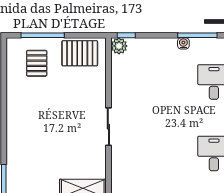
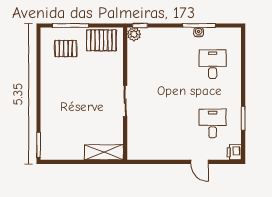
water cooler: (183, 43) -> (199, 32), moved
pallet: (37, 63) -> (66, 49), turned 90

